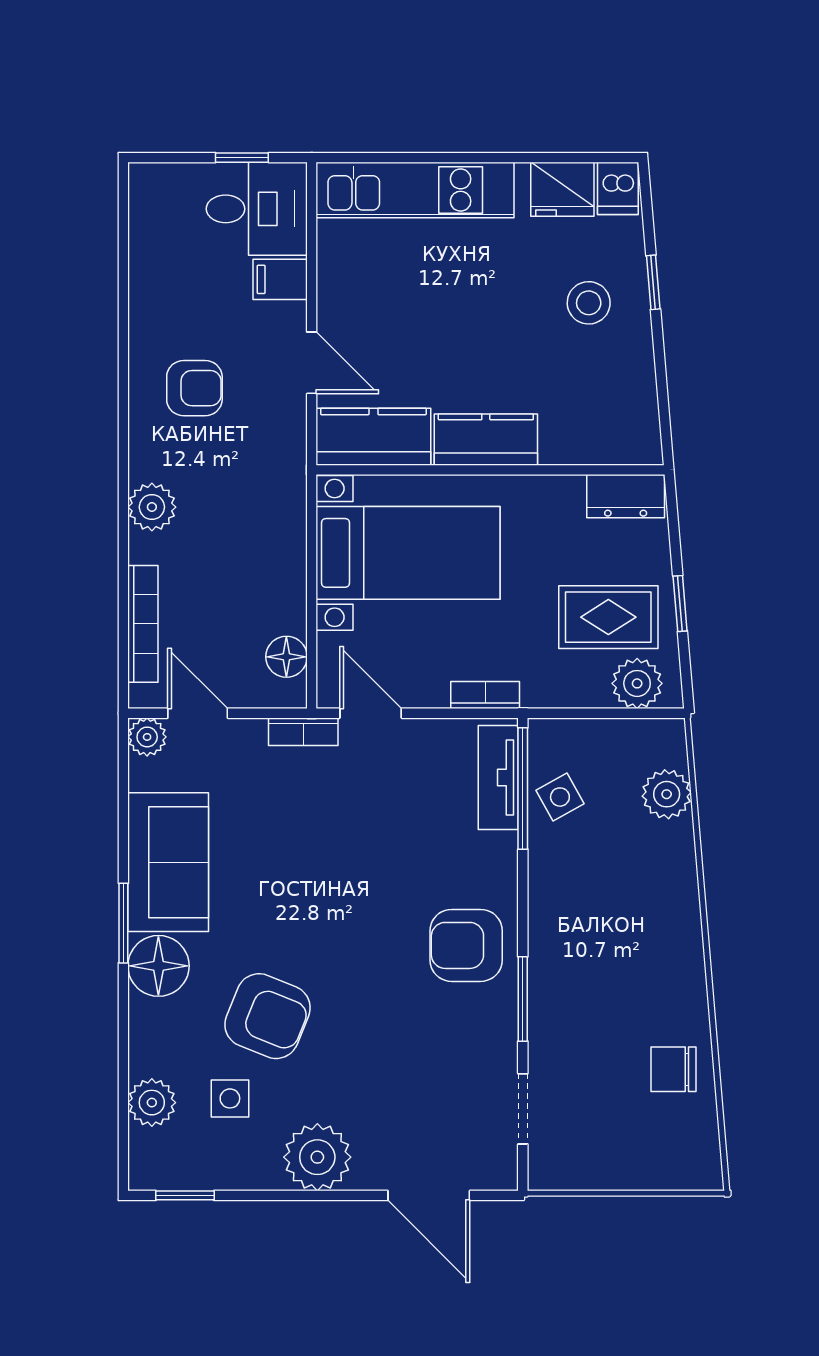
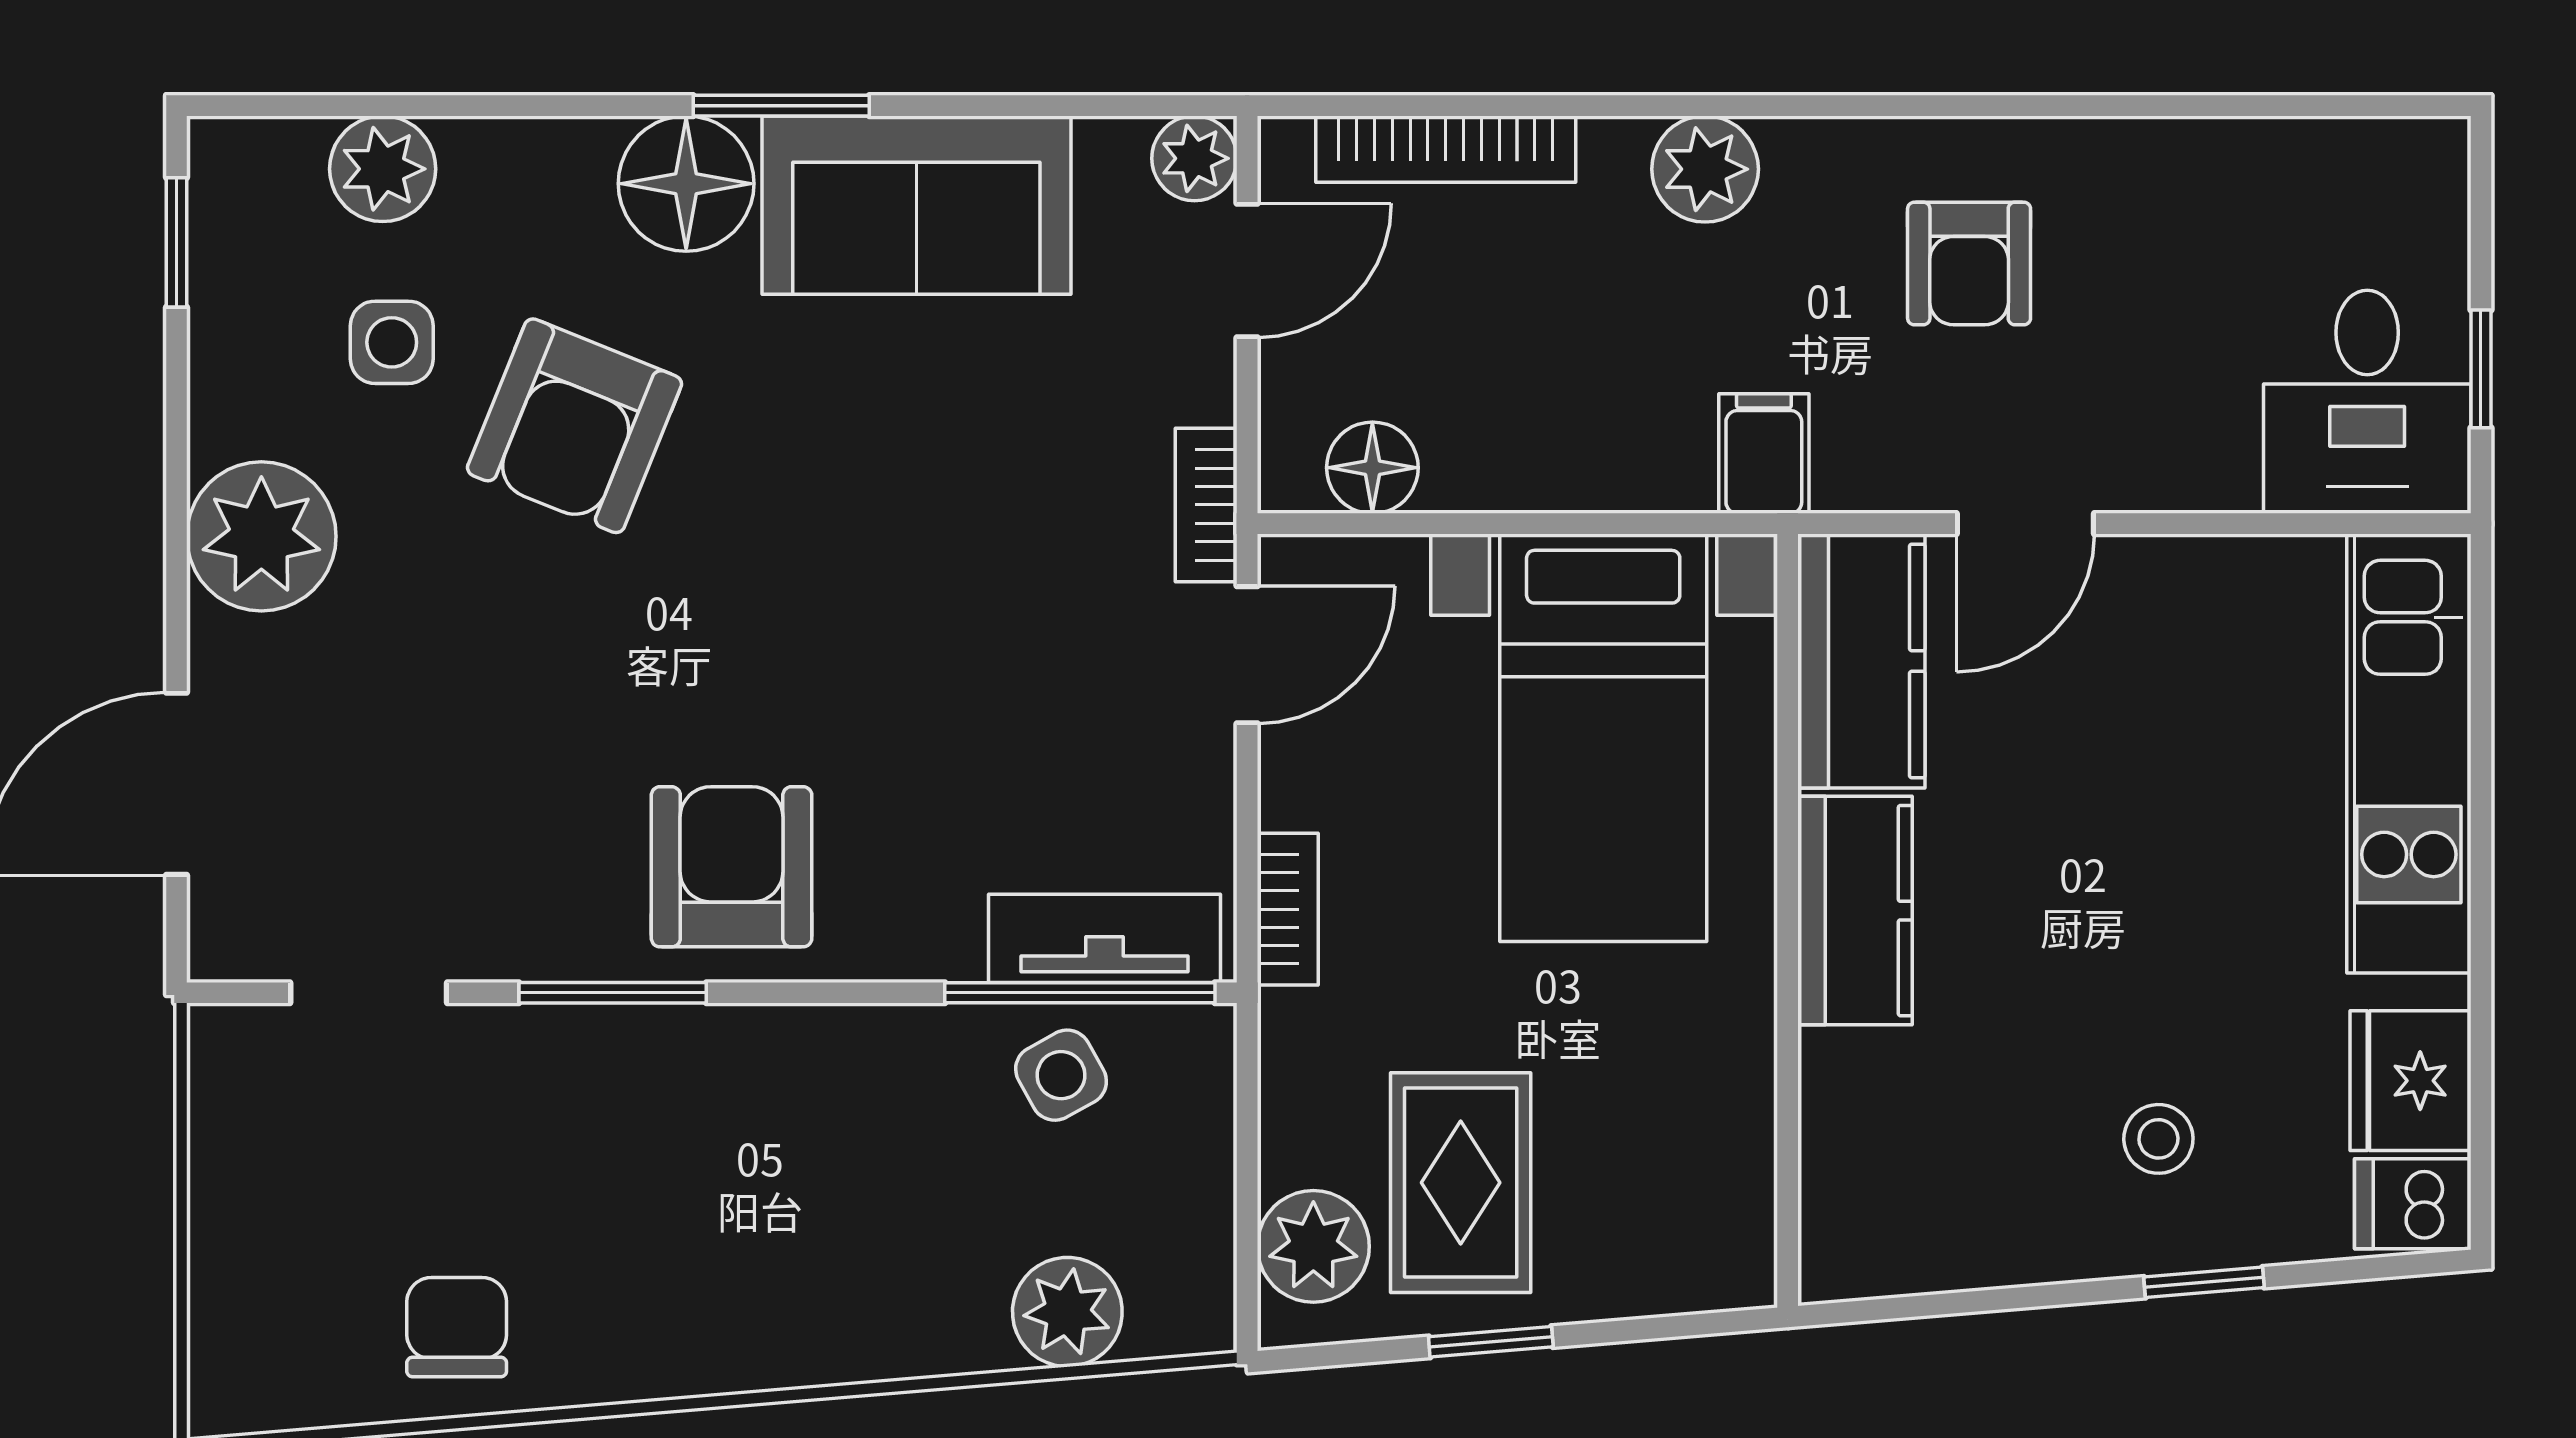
filing cabinet: (280, 279) -> (1764, 454), moved
stool: (589, 303) -> (2158, 1139), width x0.73, depth x0.73
dresser: (626, 496) -> (1729, 1221), removed

